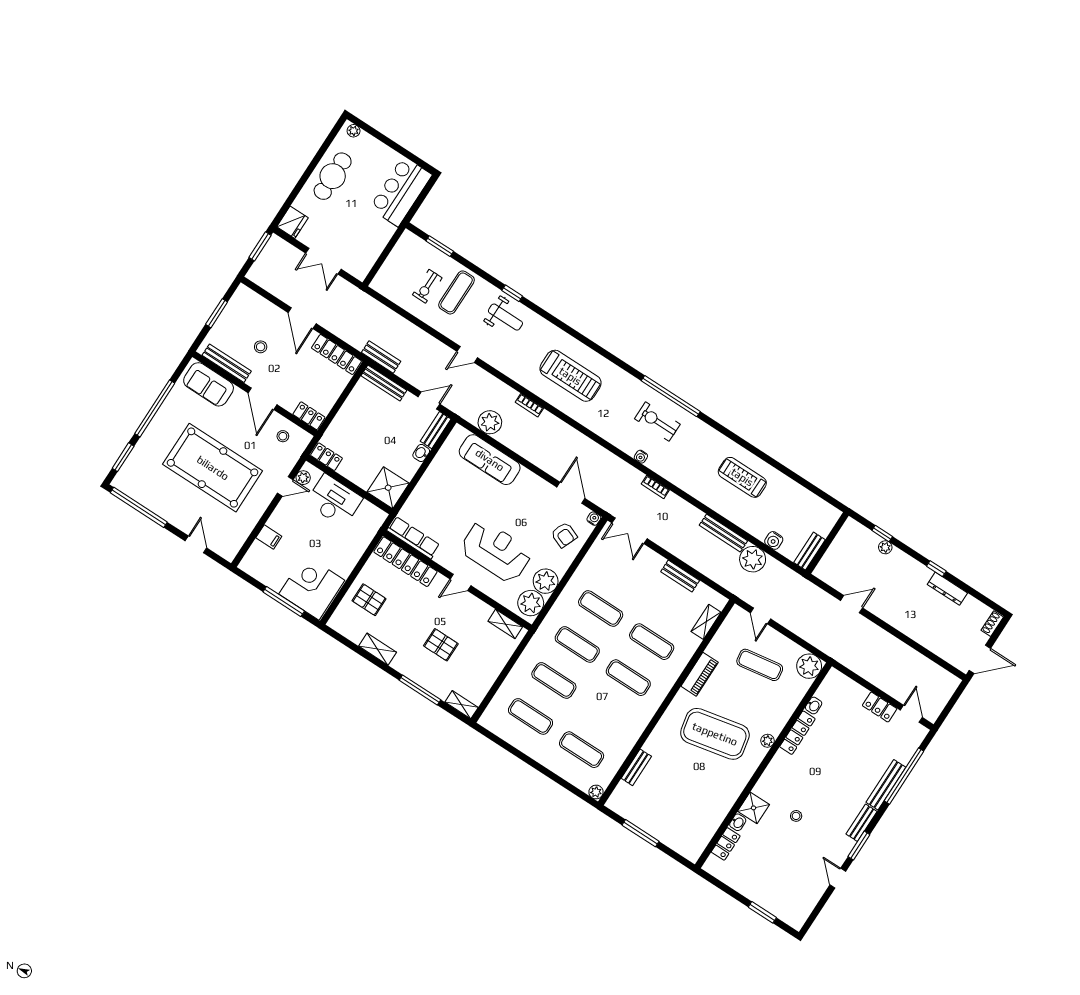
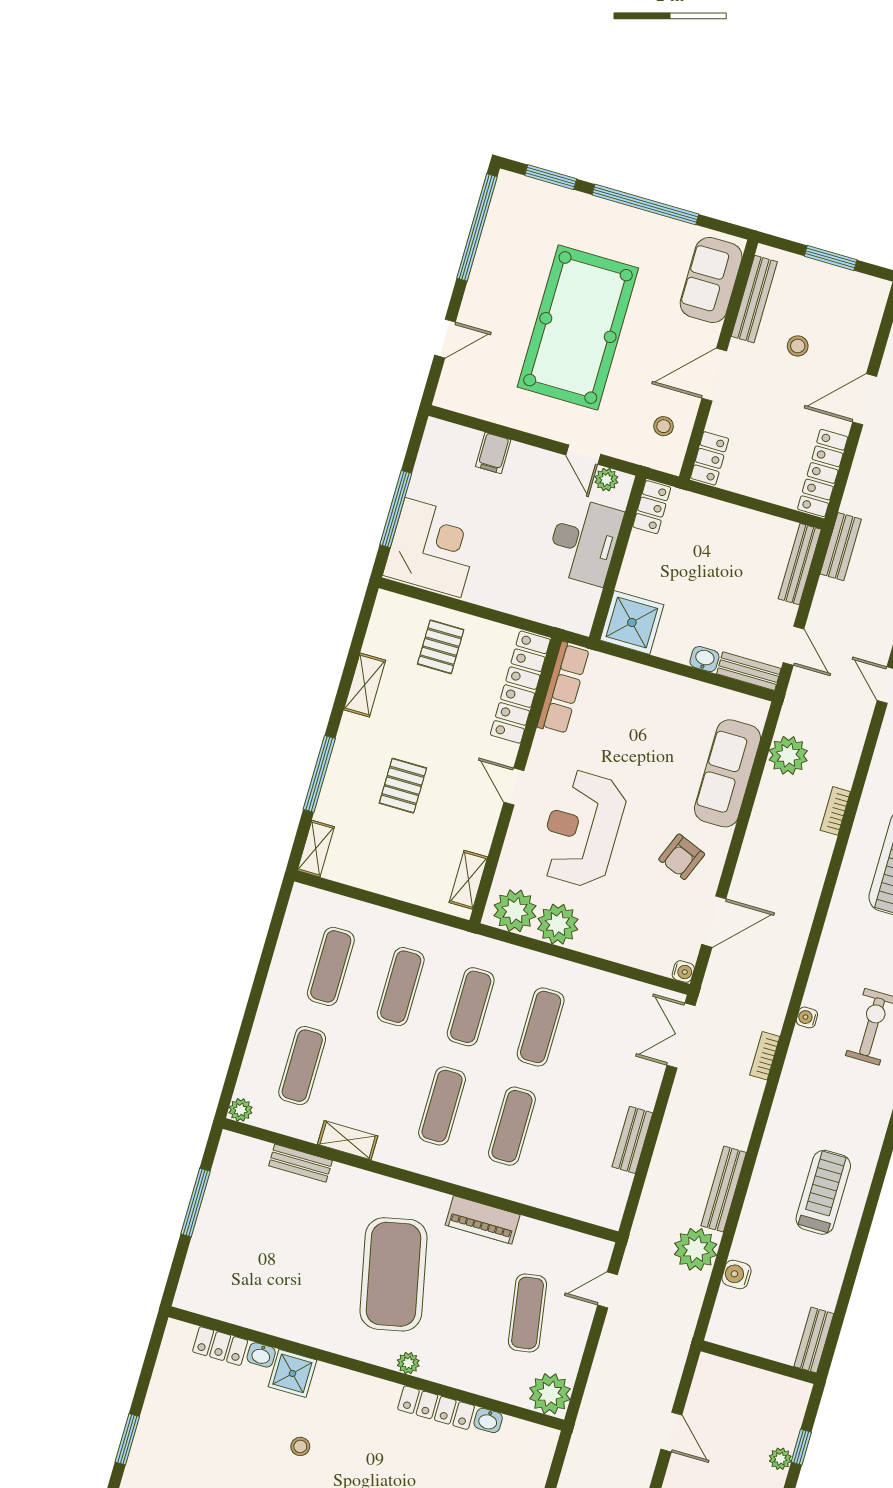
armchair: (564, 535) -> (682, 857), moved
reception desk: (496, 551) -> (582, 829), turned 180
bench: (810, 551) -> (814, 1340), moved, turned 90
shelving: (706, 622) -> (348, 1140), moved

